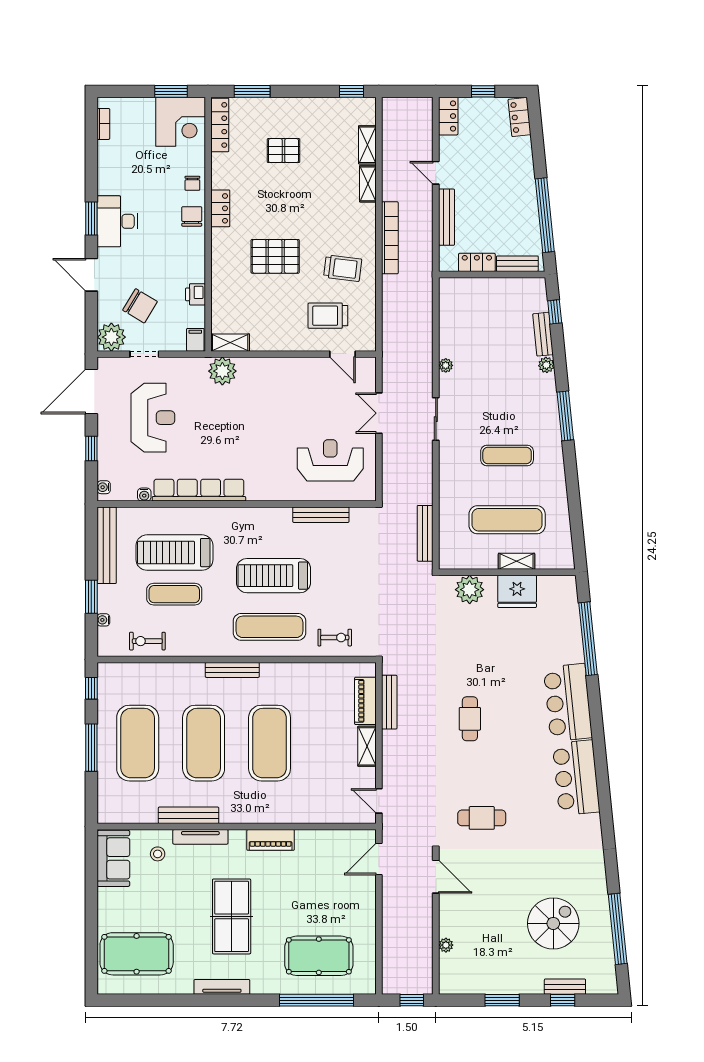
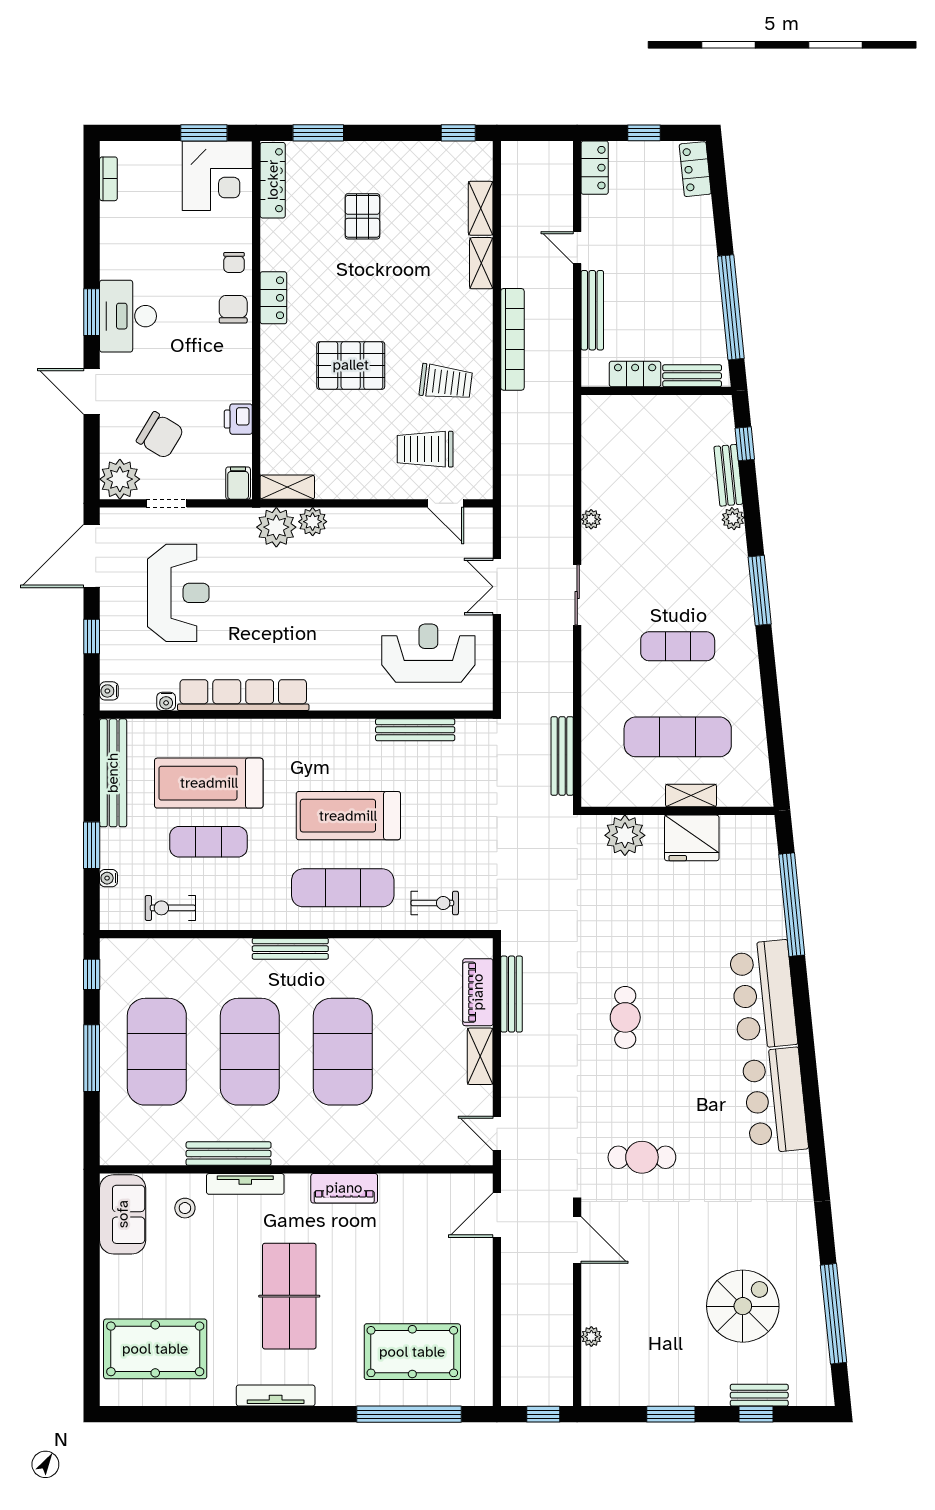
pallet: (283, 151) -> (362, 216), turned 90
plant: (248, 367) -> (313, 522), added

